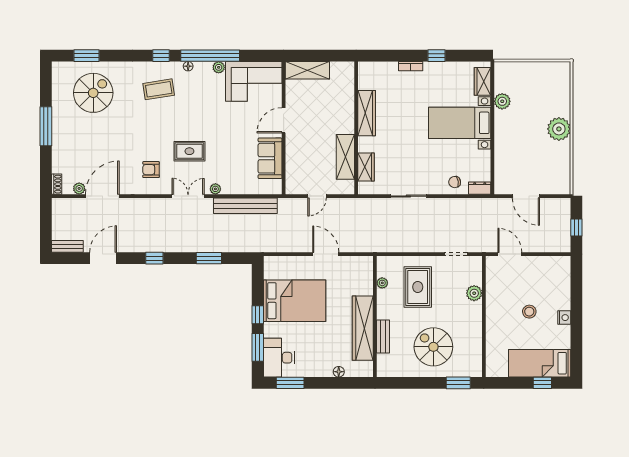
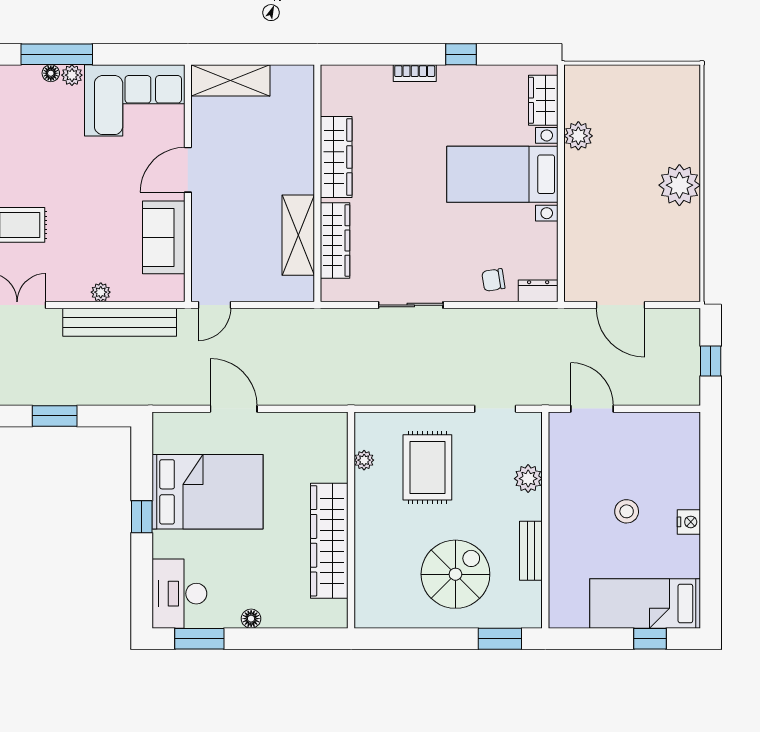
window: (210, 56) -> (57, 54), width x0.68
floor lamp: (188, 66) -> (51, 73), moved
wardrobe: (366, 167) -> (335, 240), width x1.50
plant: (215, 189) -> (101, 292), moved
door: (317, 196) -> (214, 305), moved
door: (326, 254) -> (234, 409), moved
bench: (383, 336) -> (531, 551), moved
window: (258, 347) -> (142, 575), removed
spiral stairs: (433, 347) -> (455, 574), turned 90
floor lamp: (339, 372) -> (251, 619), moved

